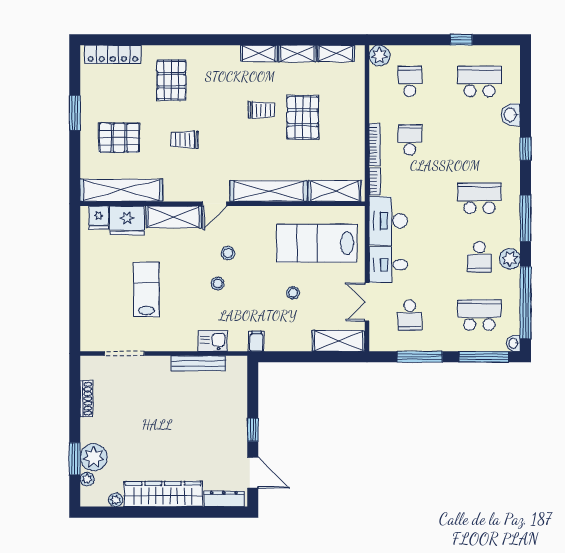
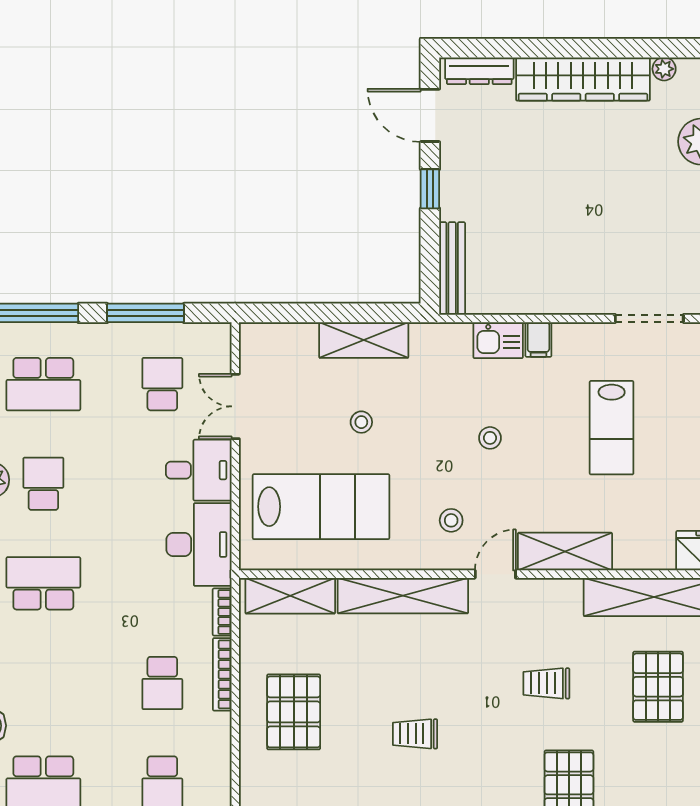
pallet: (303, 117) -> (294, 712), moved
pallet: (119, 138) -> (658, 687), turned 90
trolley: (185, 140) -> (546, 683), turned 180
school desk: (479, 198) -> (43, 583), turned 180
fridge: (127, 220) -> (645, 546), removed
stool: (228, 253) -> (451, 520), moved
double door: (367, 302) -> (235, 406), swing flipped
filing cabinet: (256, 341) -> (538, 339), moved
shelving: (339, 341) -> (364, 340), moved
bench: (198, 363) -> (452, 268), moved, turned 90

